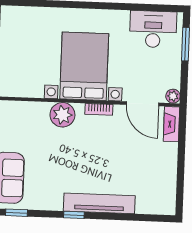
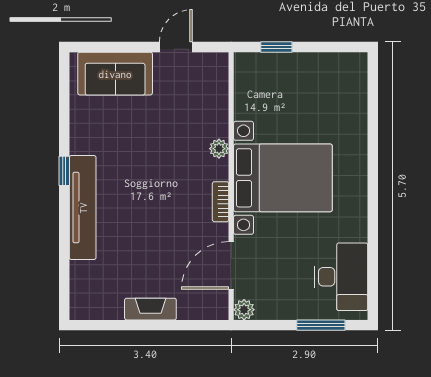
plant: (62, 115) -> (219, 149), width x0.53, depth x0.53
fireplace: (171, 124) -> (150, 309), moved
window: (16, 213) -> (64, 87), removed

